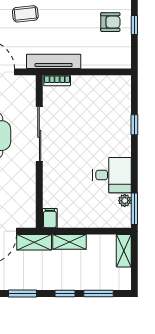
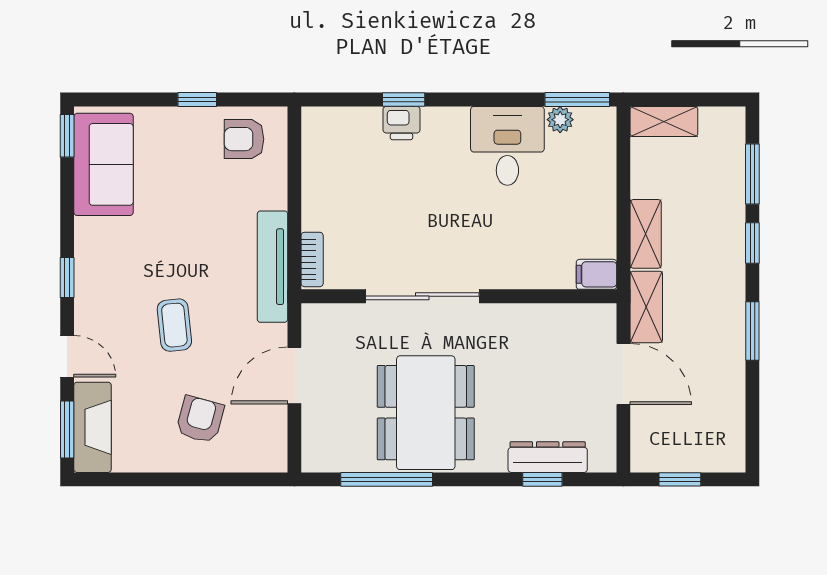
armchair: (110, 22) -> (244, 139), moved, turned -90
printer: (123, 124) -> (402, 123), added

